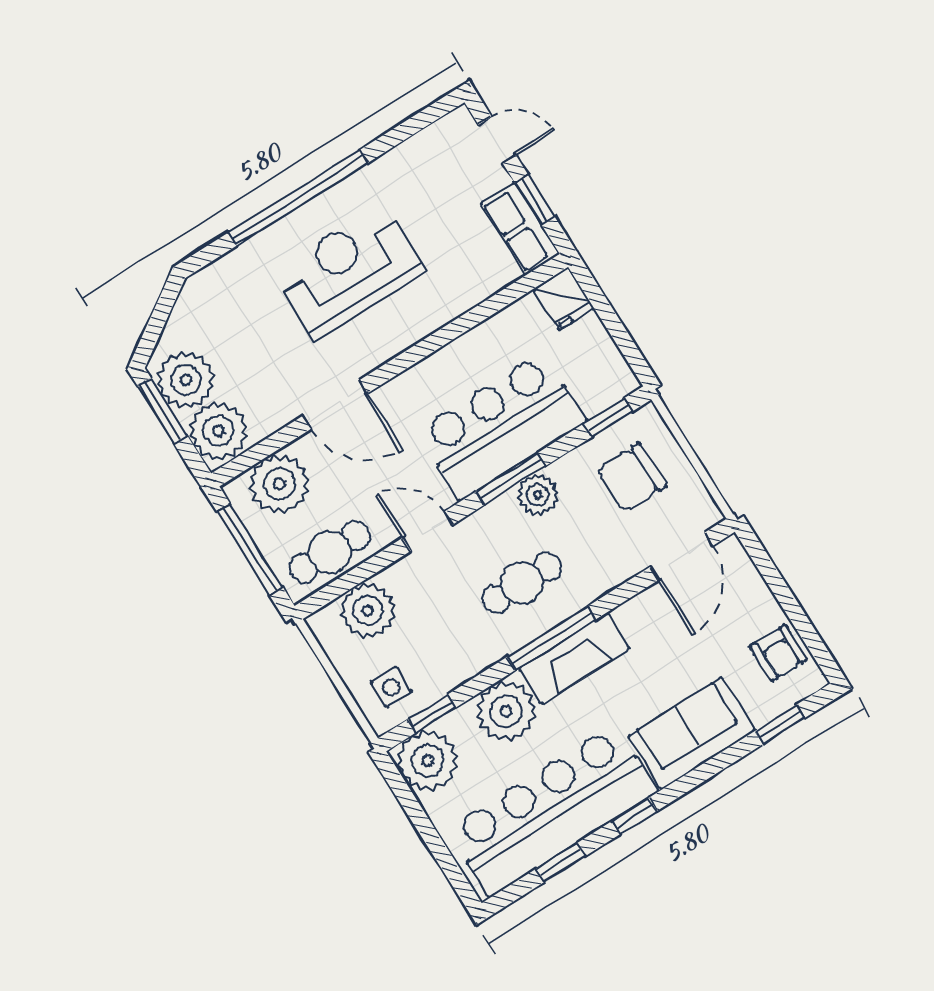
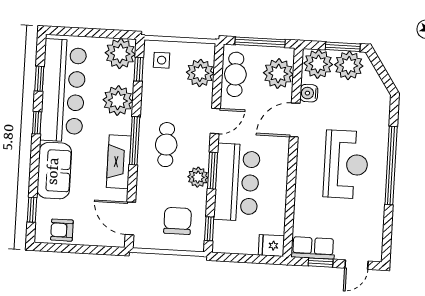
water cooler: (276, 412) -> (309, 93), added
fireplace: (574, 659) -> (119, 162), moved

